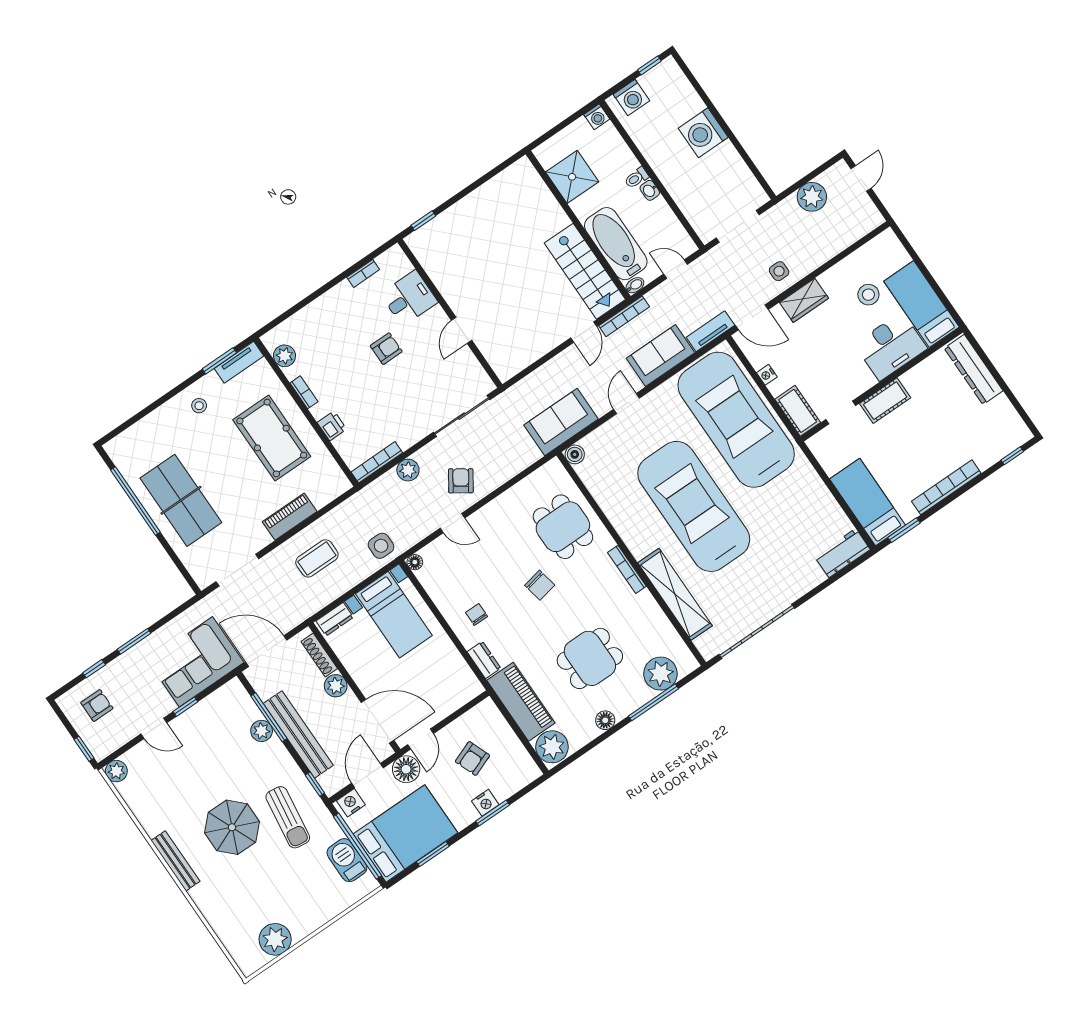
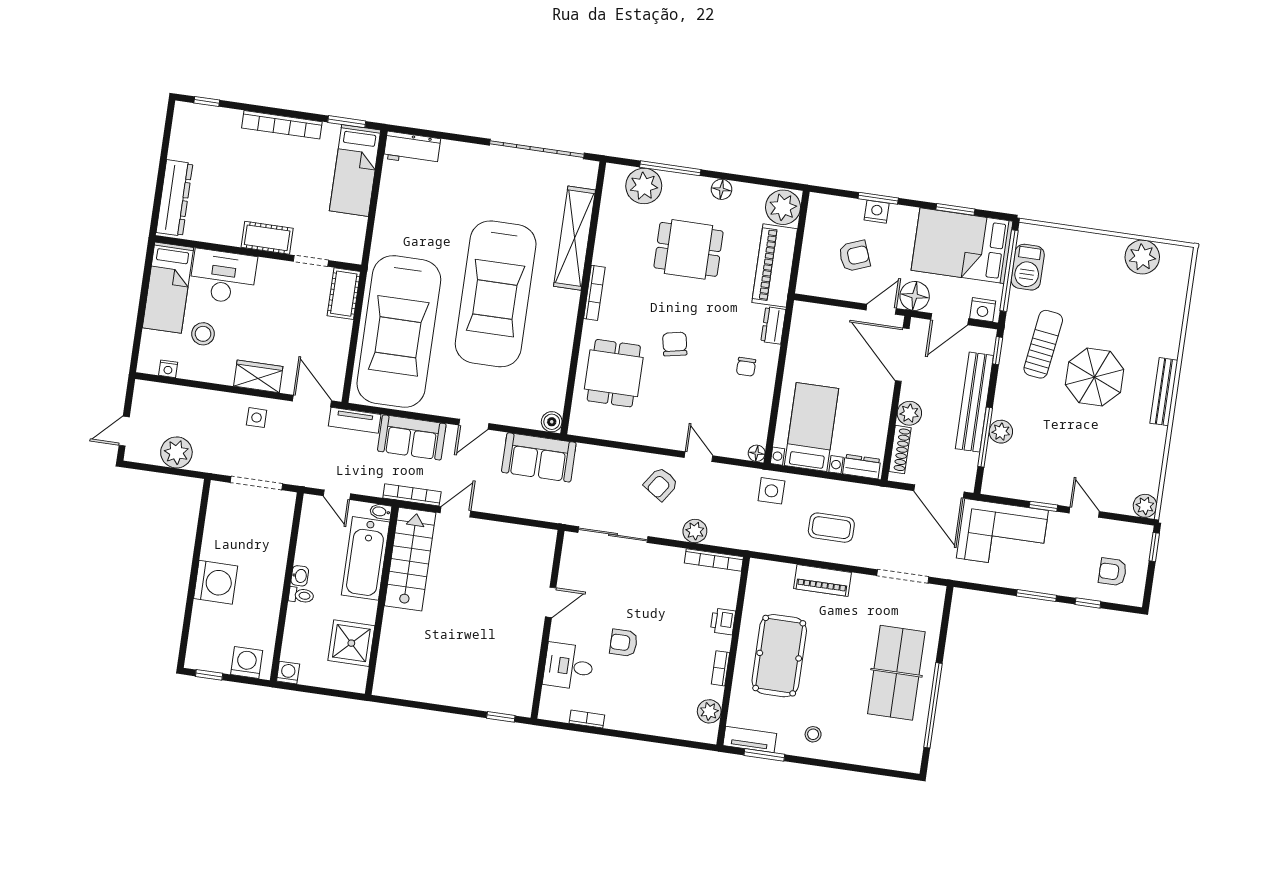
nightstand: (767, 375) -> (168, 369), moved, turned 90

